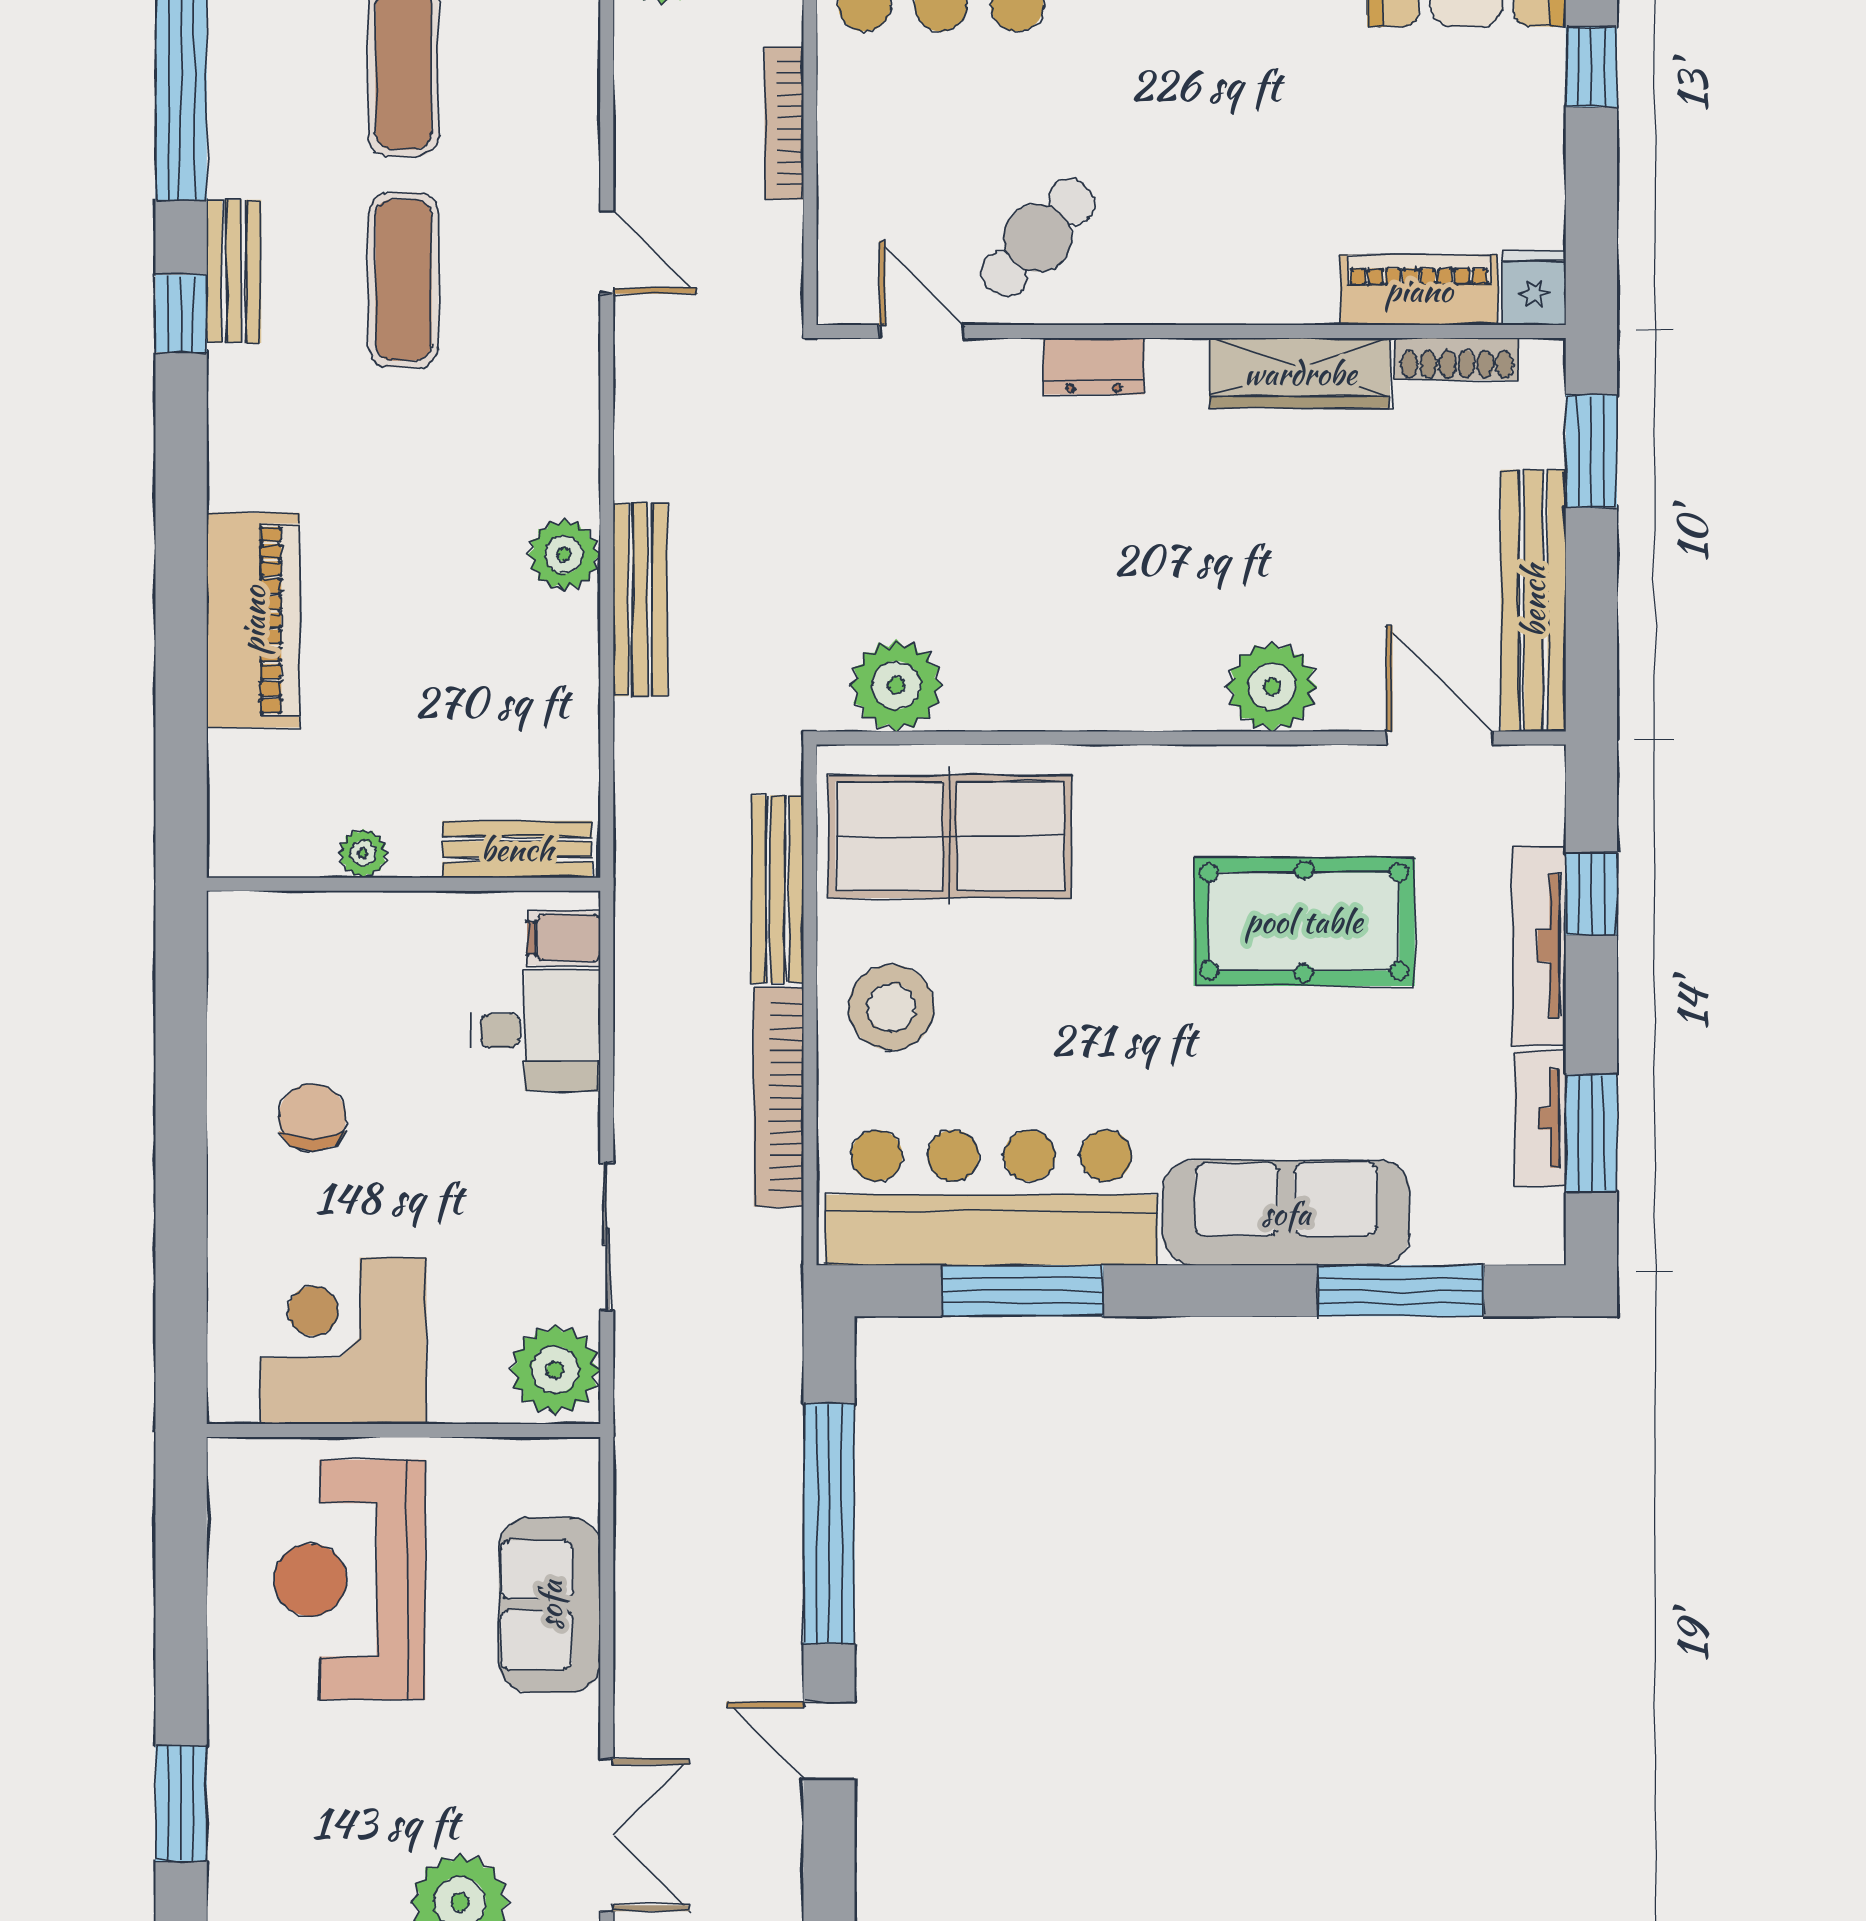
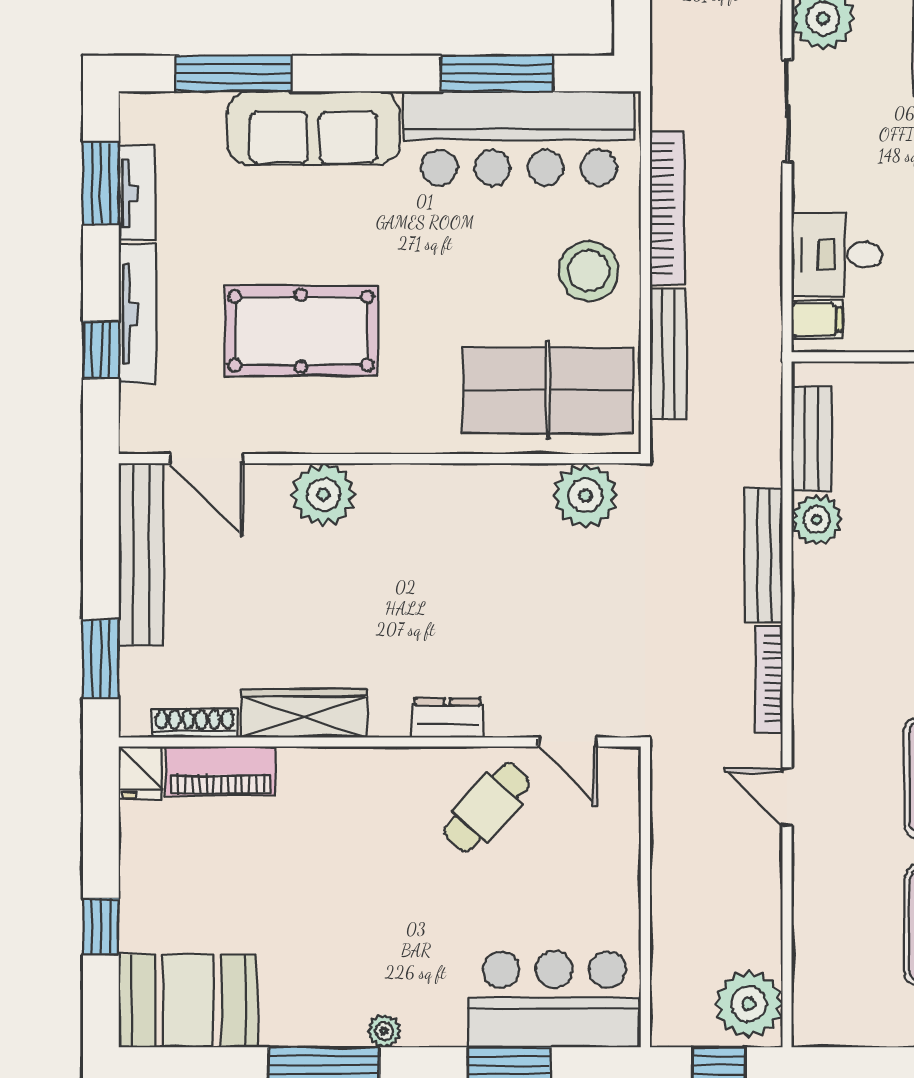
bookcase: (784, 123) -> (769, 679), moved, turned 180
plant: (564, 555) -> (817, 520), moved
bench: (517, 849) -> (811, 439), moved, turned 90

